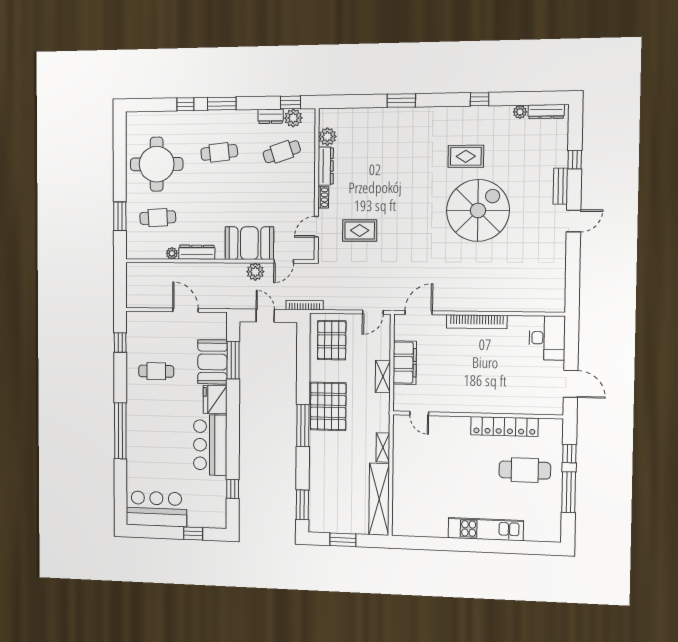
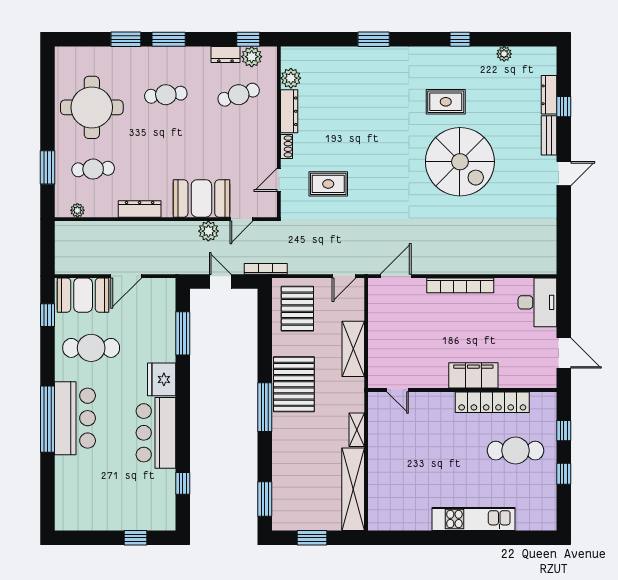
window: (185, 104) -> (126, 39), width x1.50
dresser: (546, 112) -> (549, 95), moved, turned 90
spiral stairs: (478, 210) -> (460, 162), turned 90
plant: (172, 253) -> (77, 210), moved
door: (185, 310) -> (126, 276), swing flipped
booth: (212, 362) -> (83, 295), moved, turned 90
filing cabinet: (405, 363) -> (473, 375), moved, turned -90
cafe table: (156, 371) -> (91, 348), width x1.37, depth x1.35
shelving: (383, 376) -> (353, 349), width x1.50, depth x1.33
window: (569, 492) -> (564, 474), width x0.46
bar counter: (156, 509) -> (75, 418), moved, turned 90

